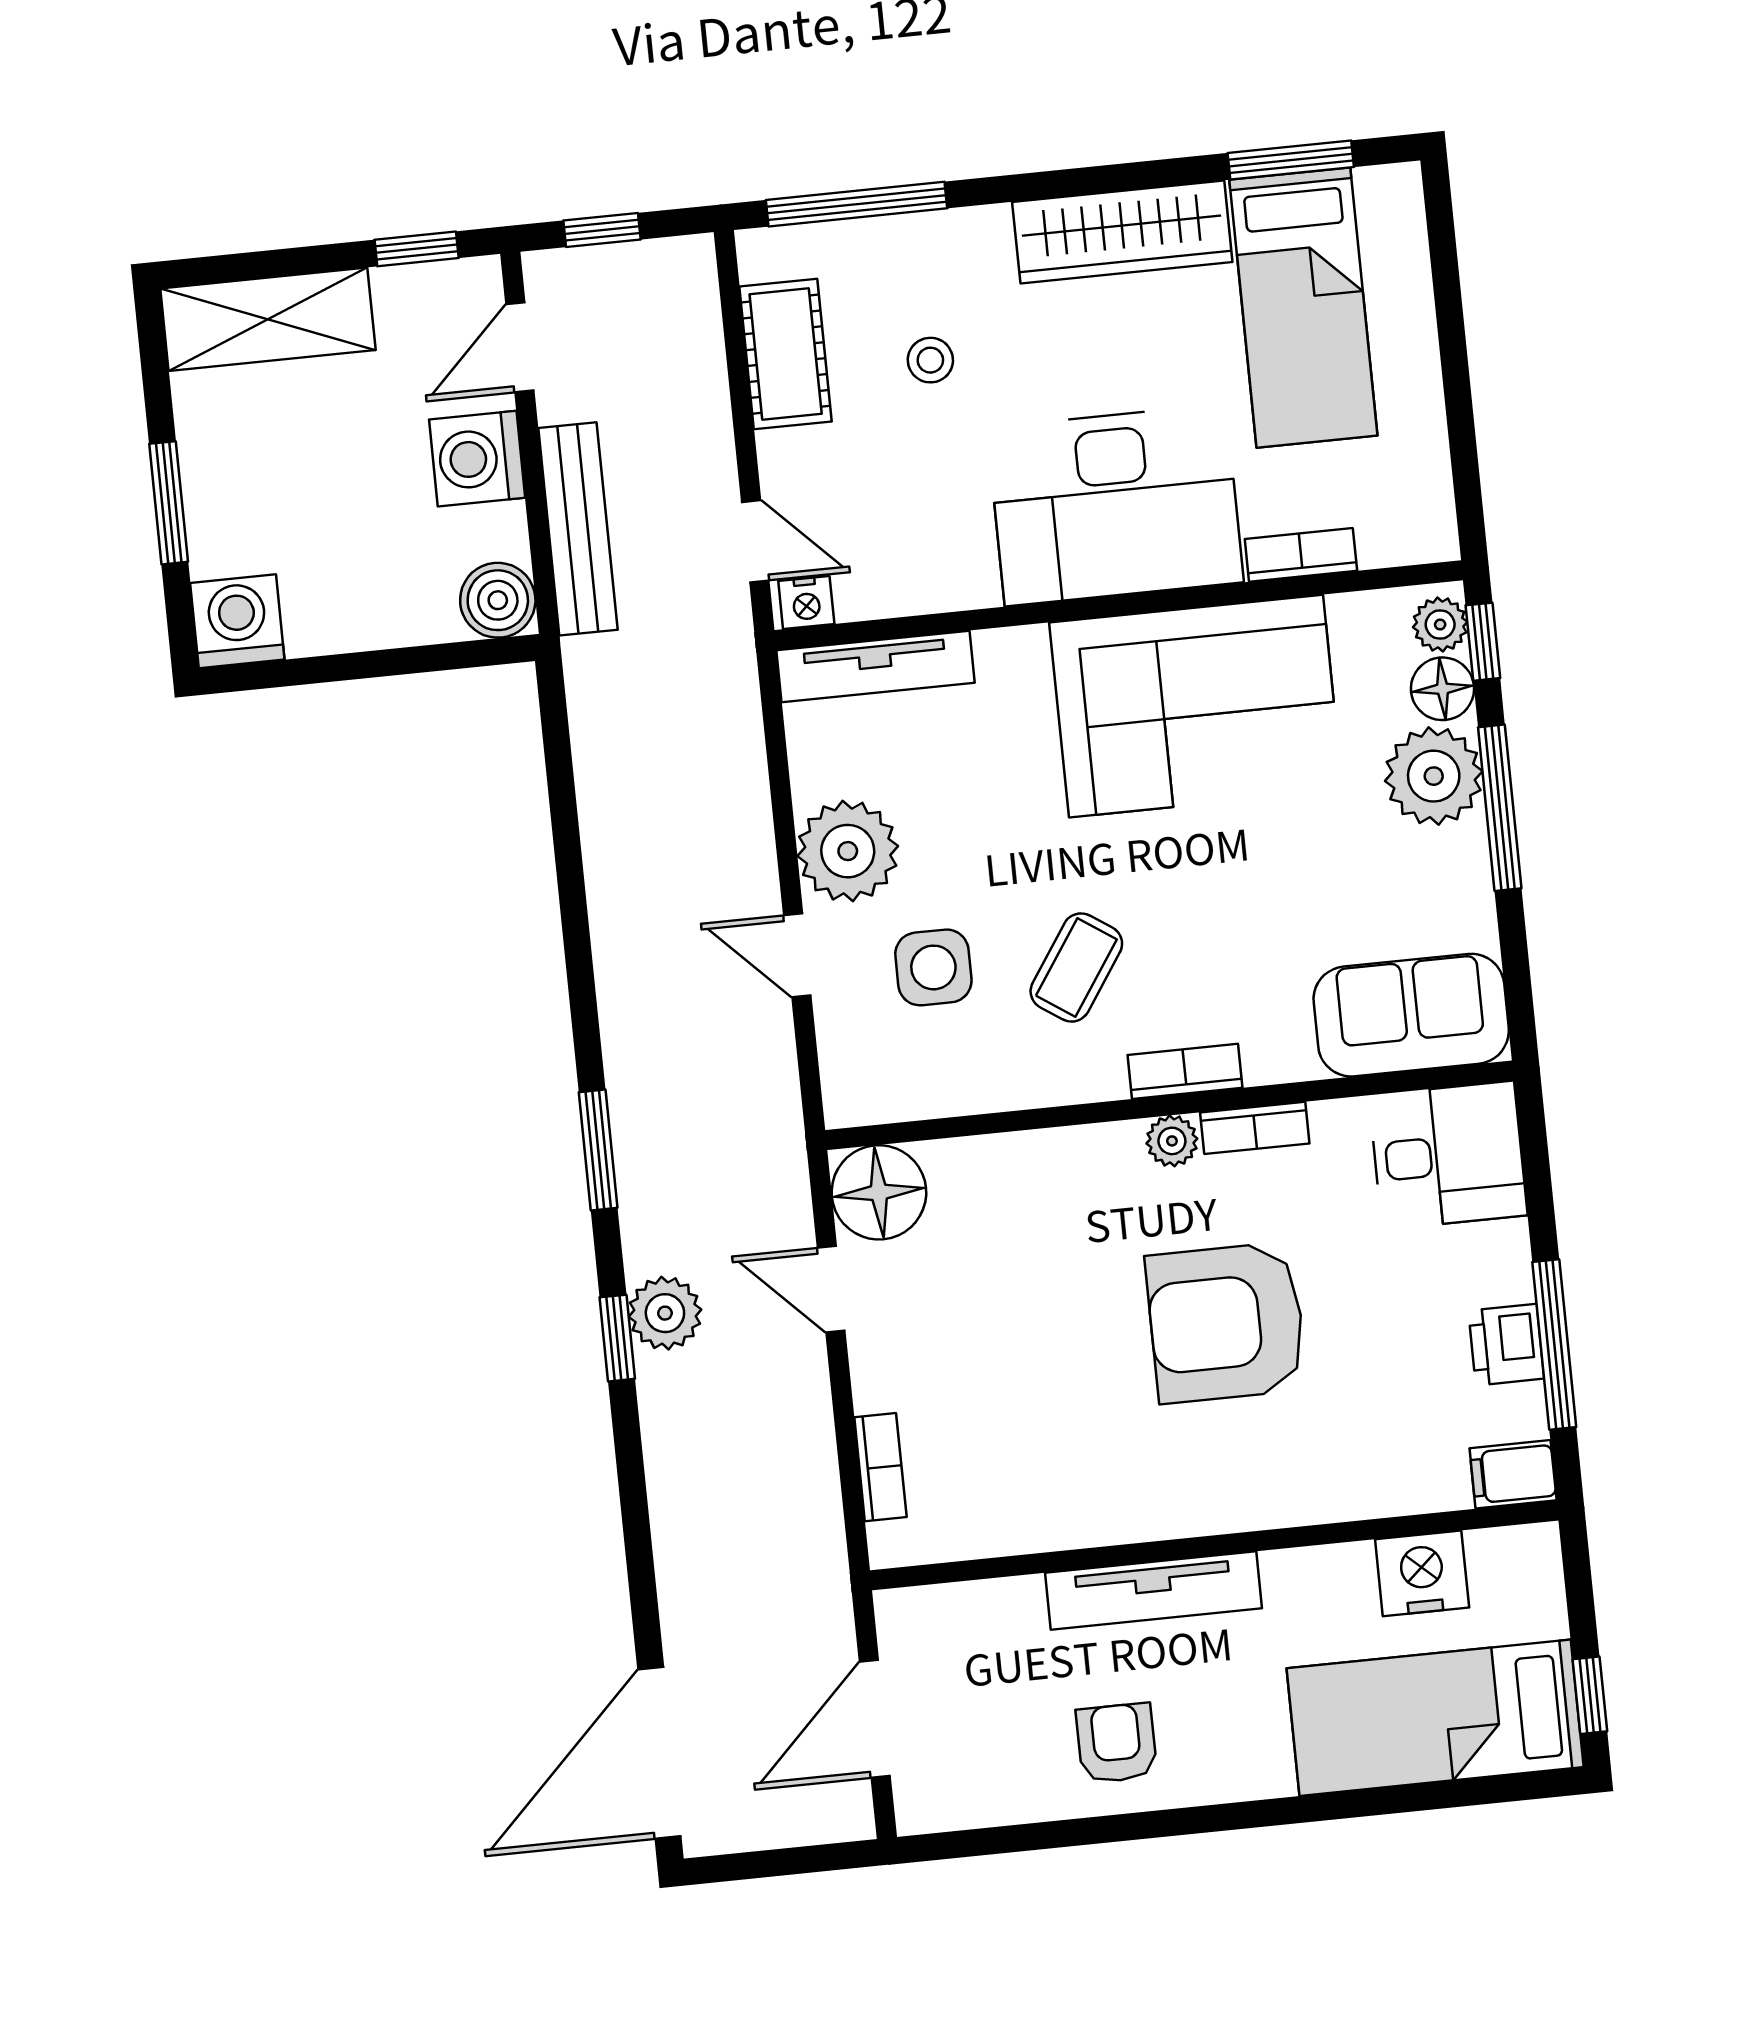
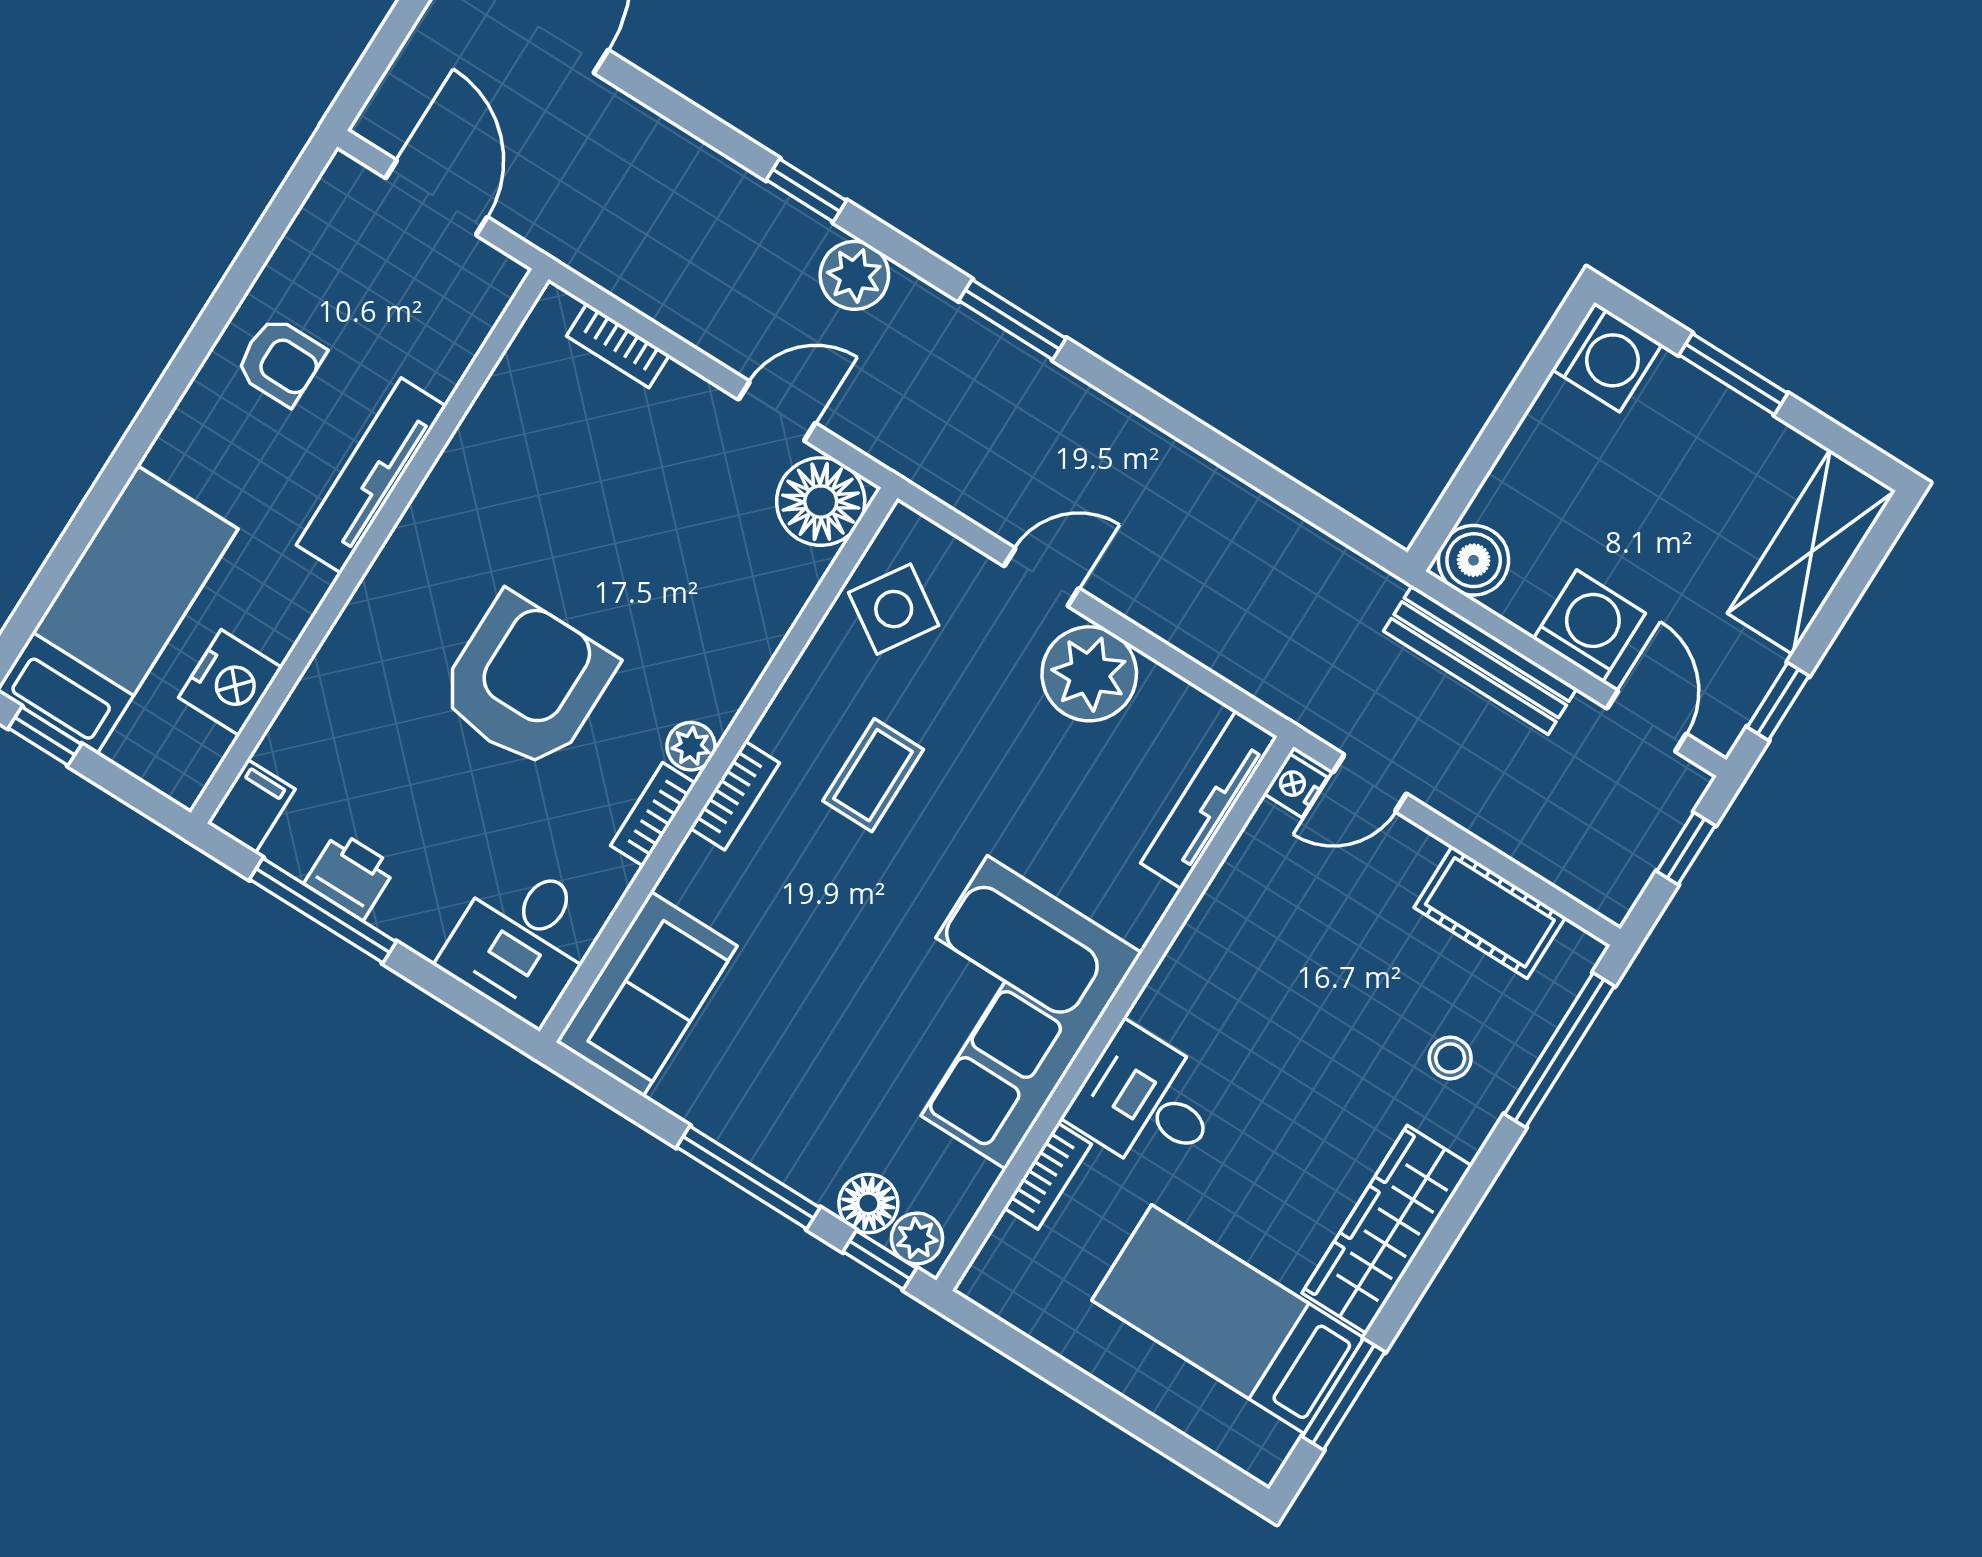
stool: (930, 360) -> (1450, 1058), moved
desk: (1115, 505) -> (1146, 1102), width x0.53, depth x0.77
plant: (1434, 776) -> (809, 1147), removed
side table: (933, 967) -> (894, 609), moved, turned 33
coffee table: (1076, 967) -> (873, 775), turned 56
window: (617, 1338) -> (806, 190), moved

